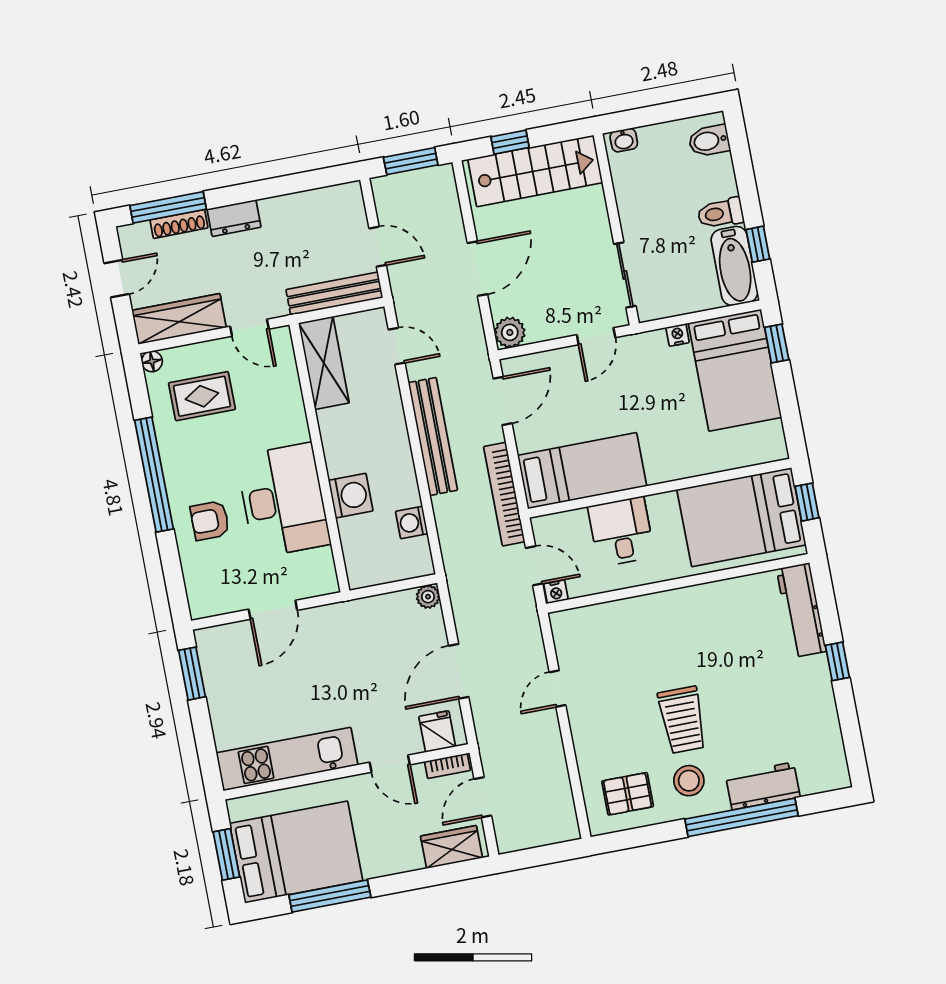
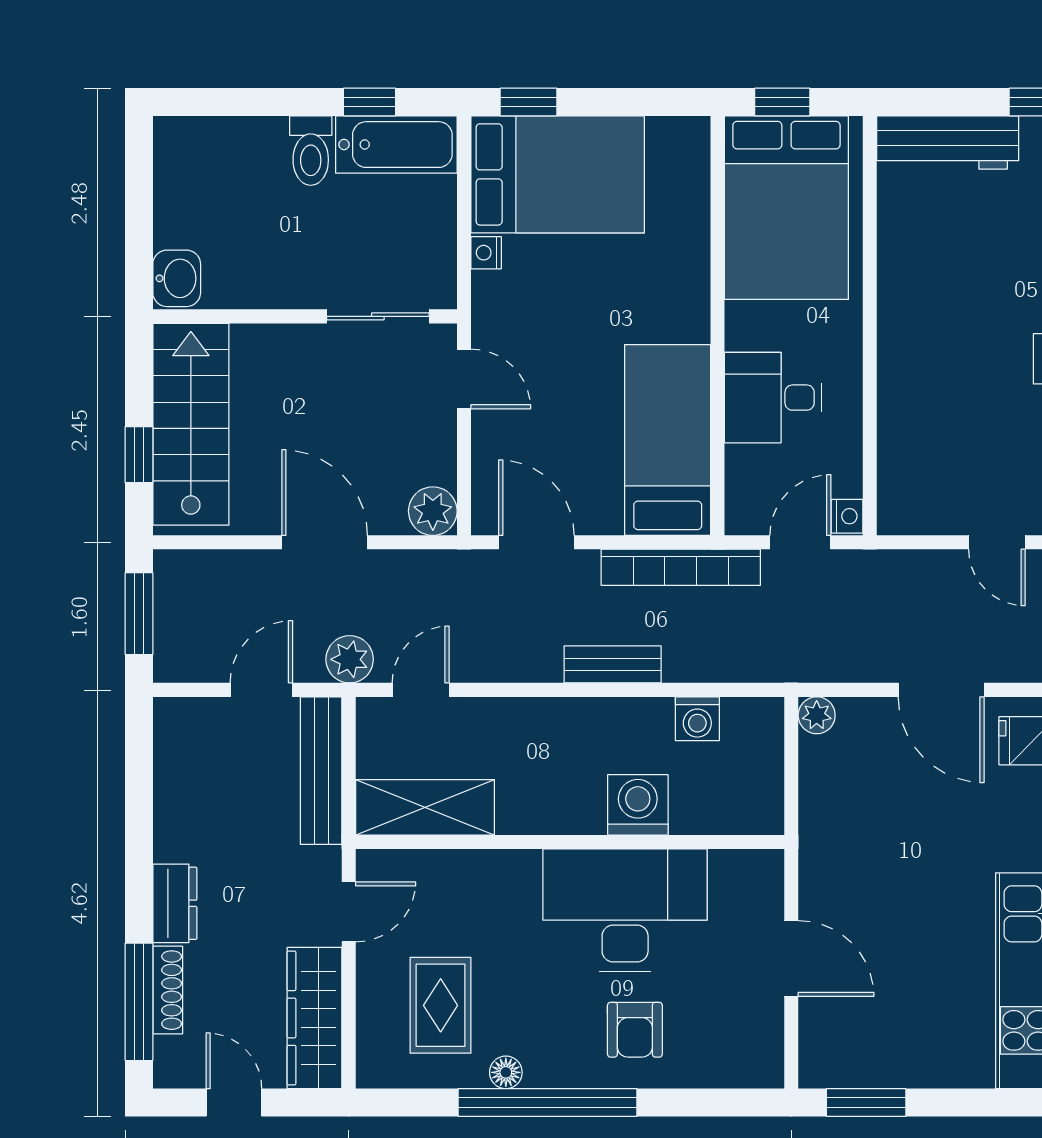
washbasin: (624, 140) -> (177, 278), width x1.38, depth x1.45
bidet: (709, 141) -> (195, 147), removed
plant: (407, 298) -> (350, 659), added
floor lamp: (152, 361) -> (506, 1072), moved
bench: (433, 436) -> (613, 664), width x0.54, depth x0.82

